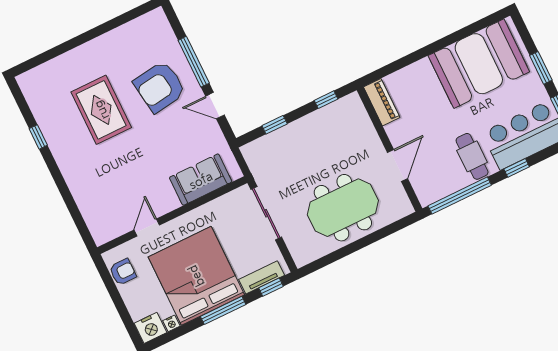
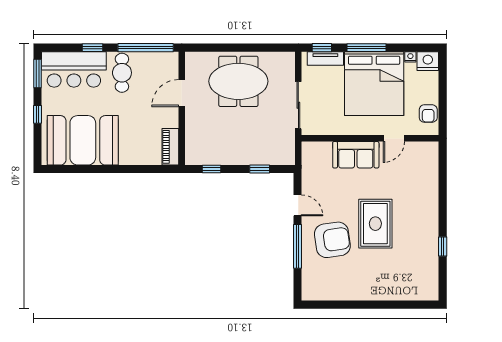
window: (541, 68) -> (37, 114), width x0.67
rug: (101, 110) -> (375, 224), moved
sofa: (201, 180) -> (356, 155), moved
armchair: (123, 272) -> (428, 114), turned -90

